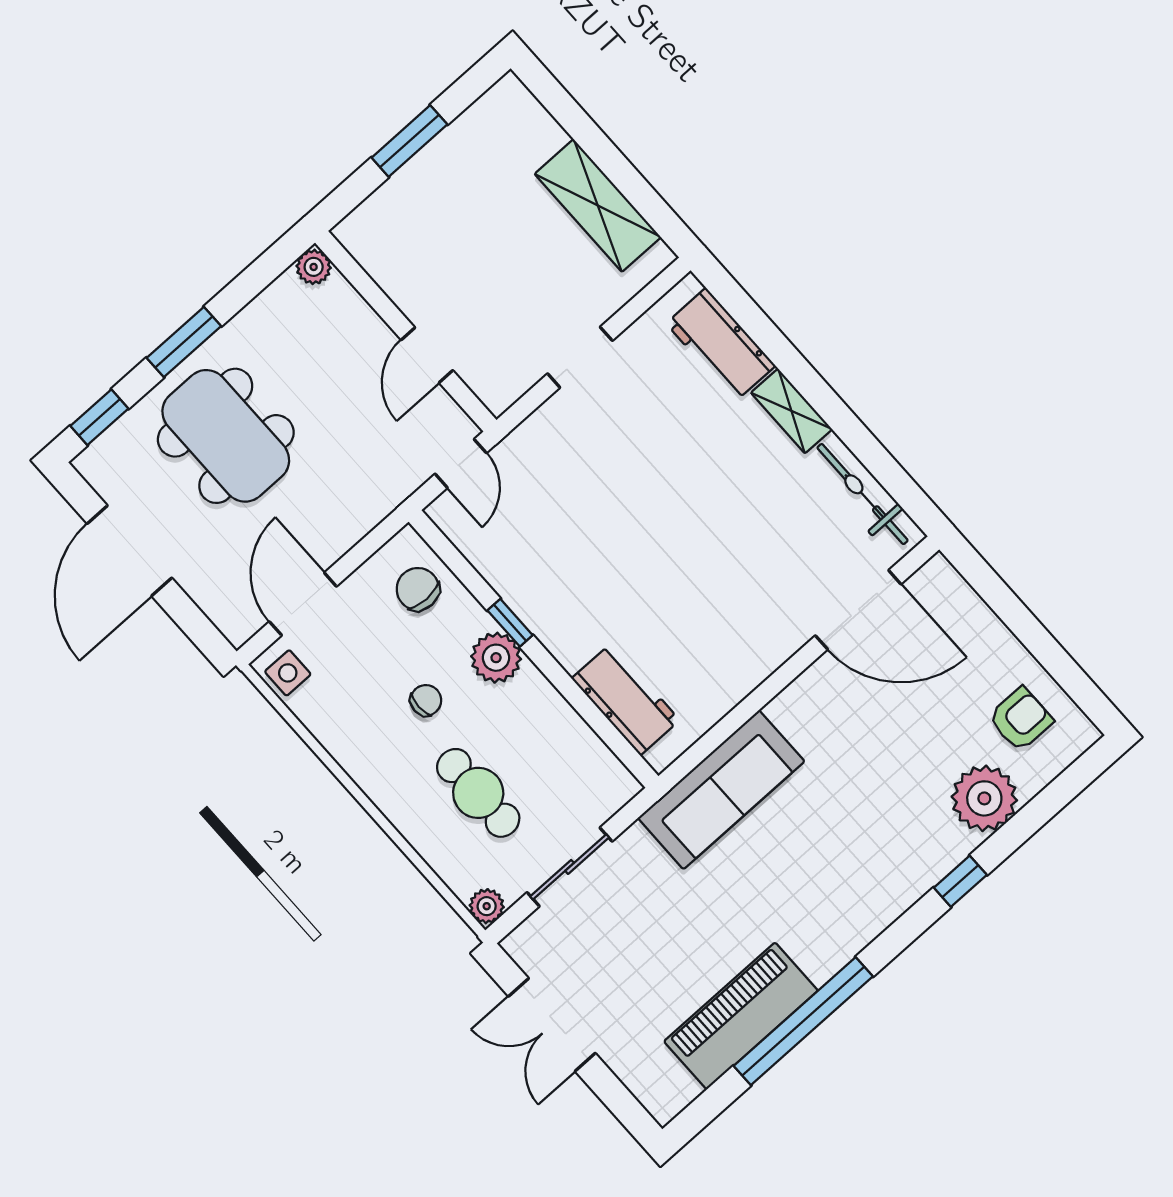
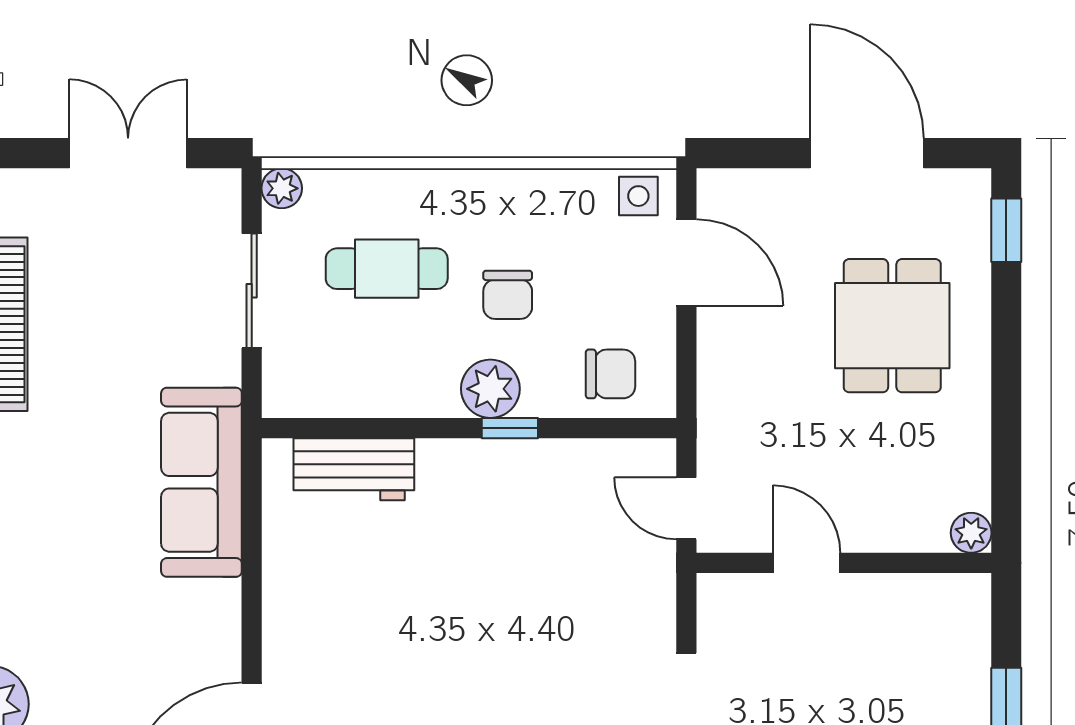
window: (184, 342) -> (1006, 362), removed
dining table: (226, 436) -> (892, 326), width x0.73
chair: (426, 700) -> (508, 295), width x1.37, depth x1.37

